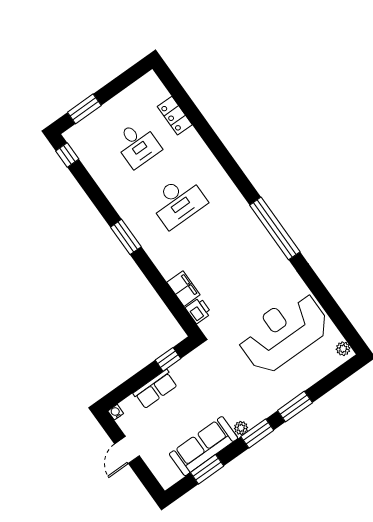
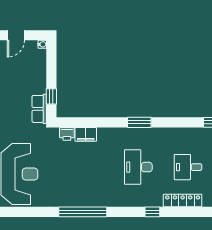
locker: (175, 116) -> (183, 201), width x1.53
window: (218, 149) -> (152, 212), added
row of seats: (155, 389) -> (39, 109), moved
door: (127, 450) -> (16, 35), swing flipped

